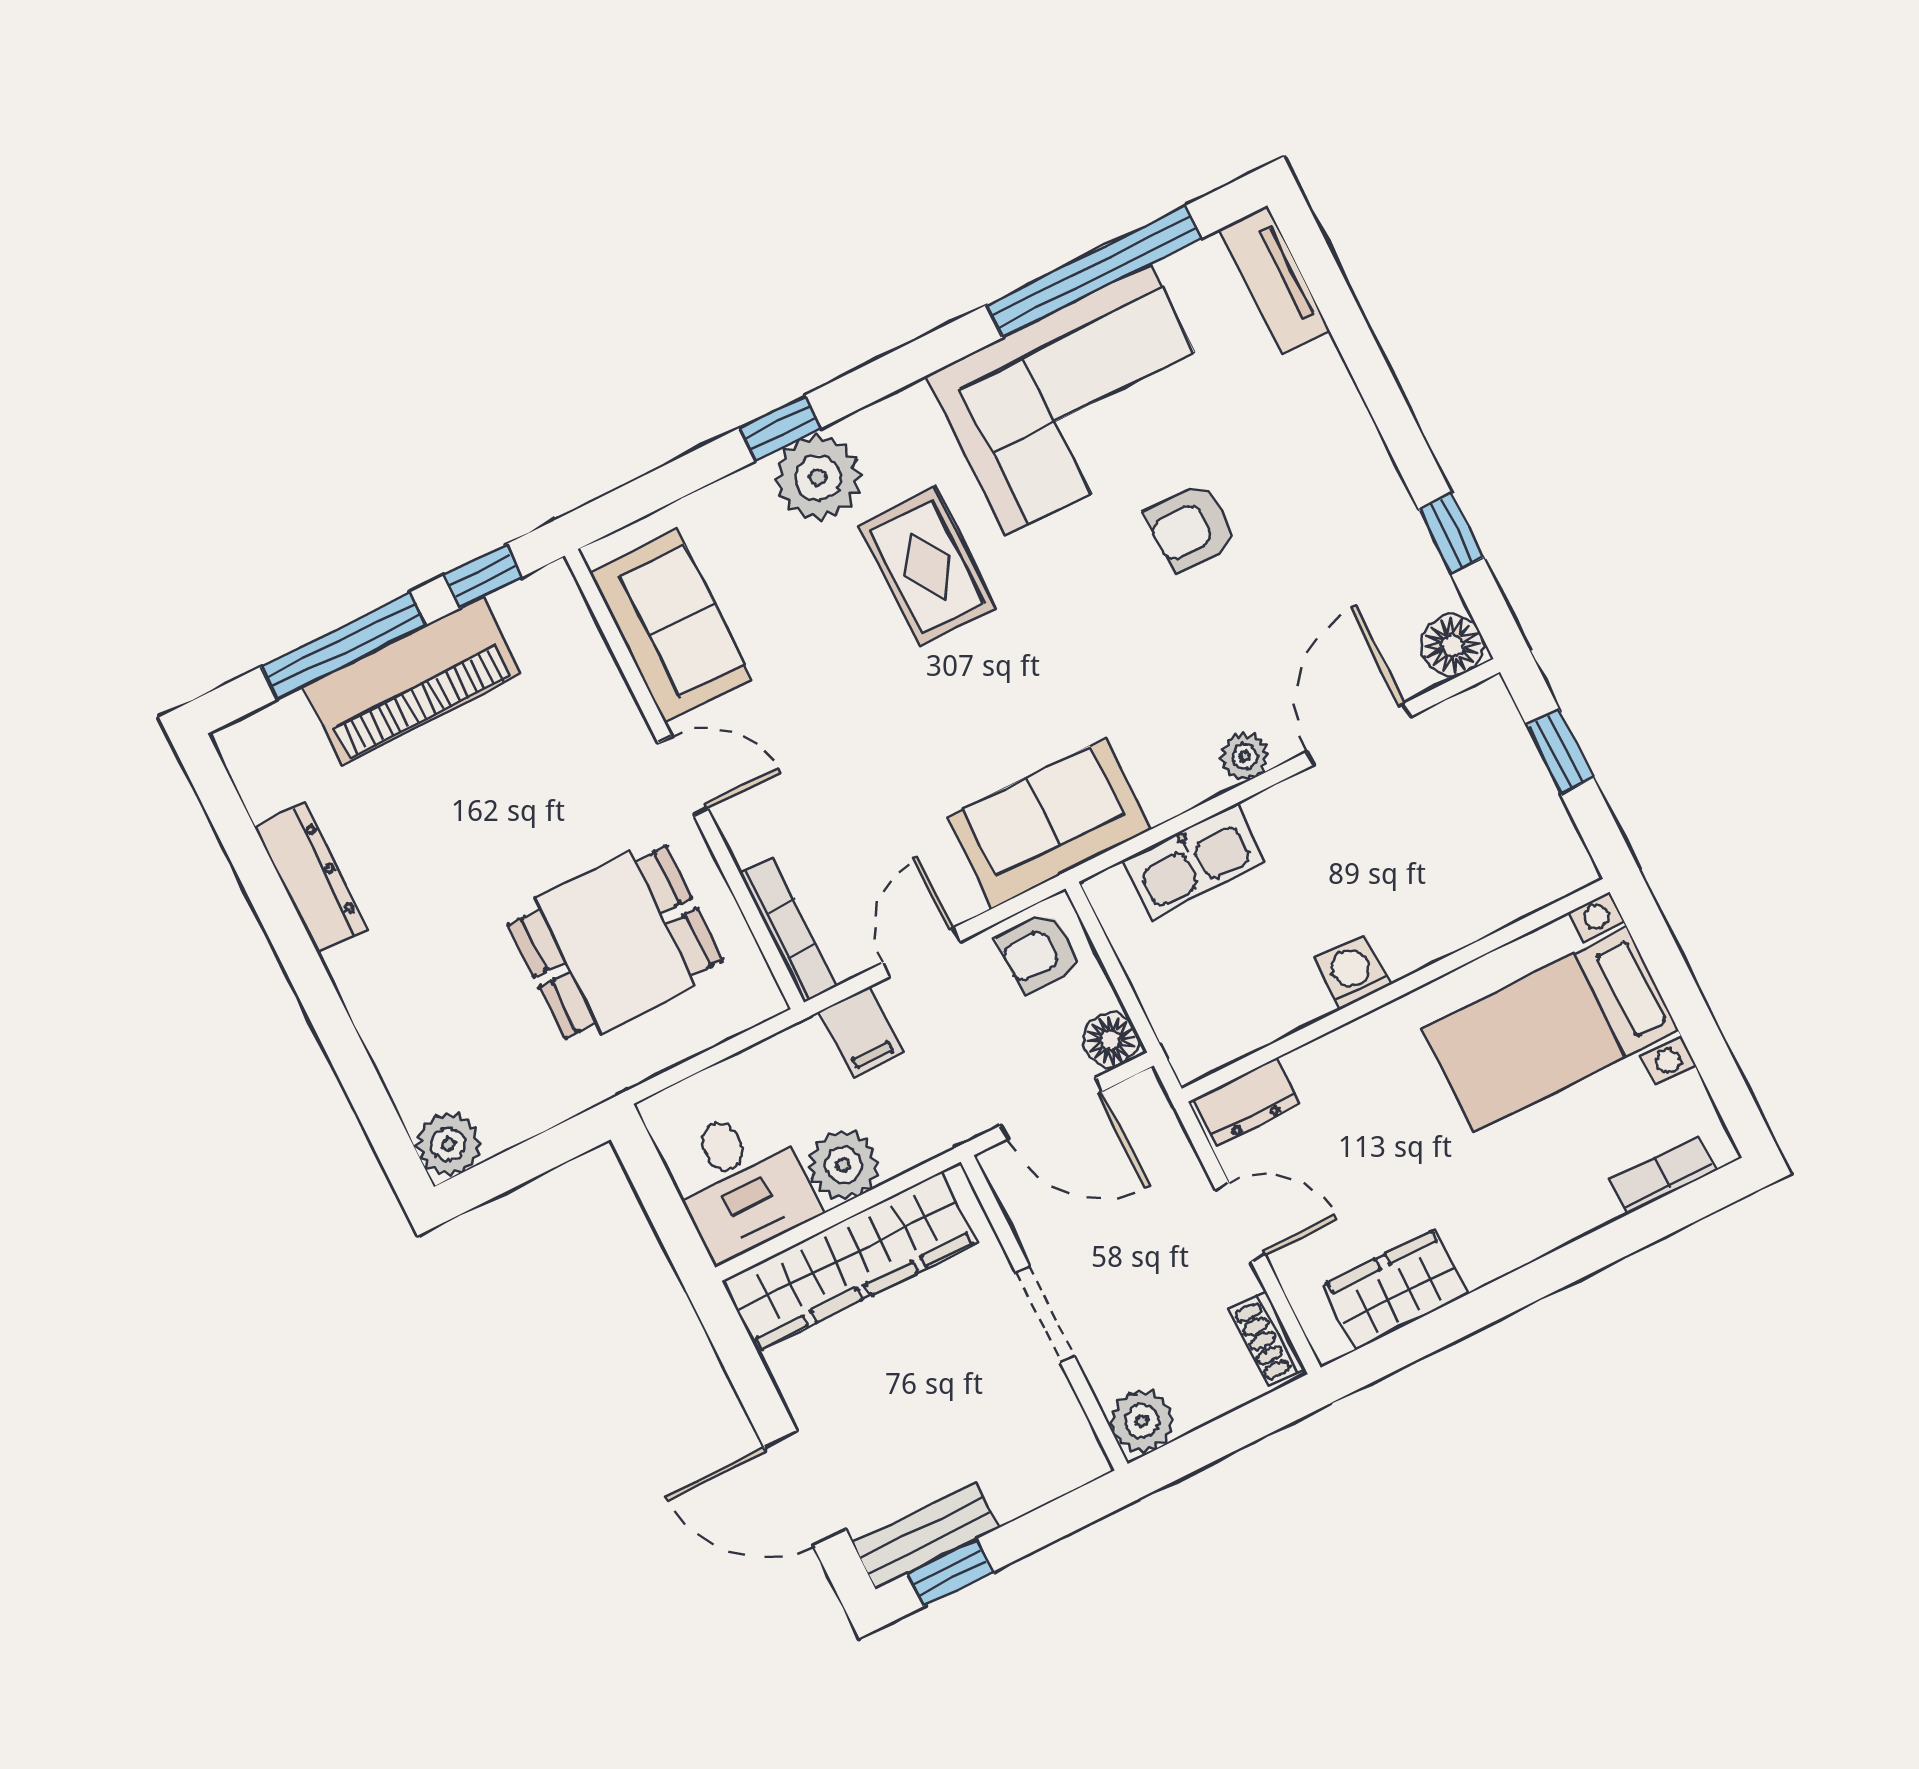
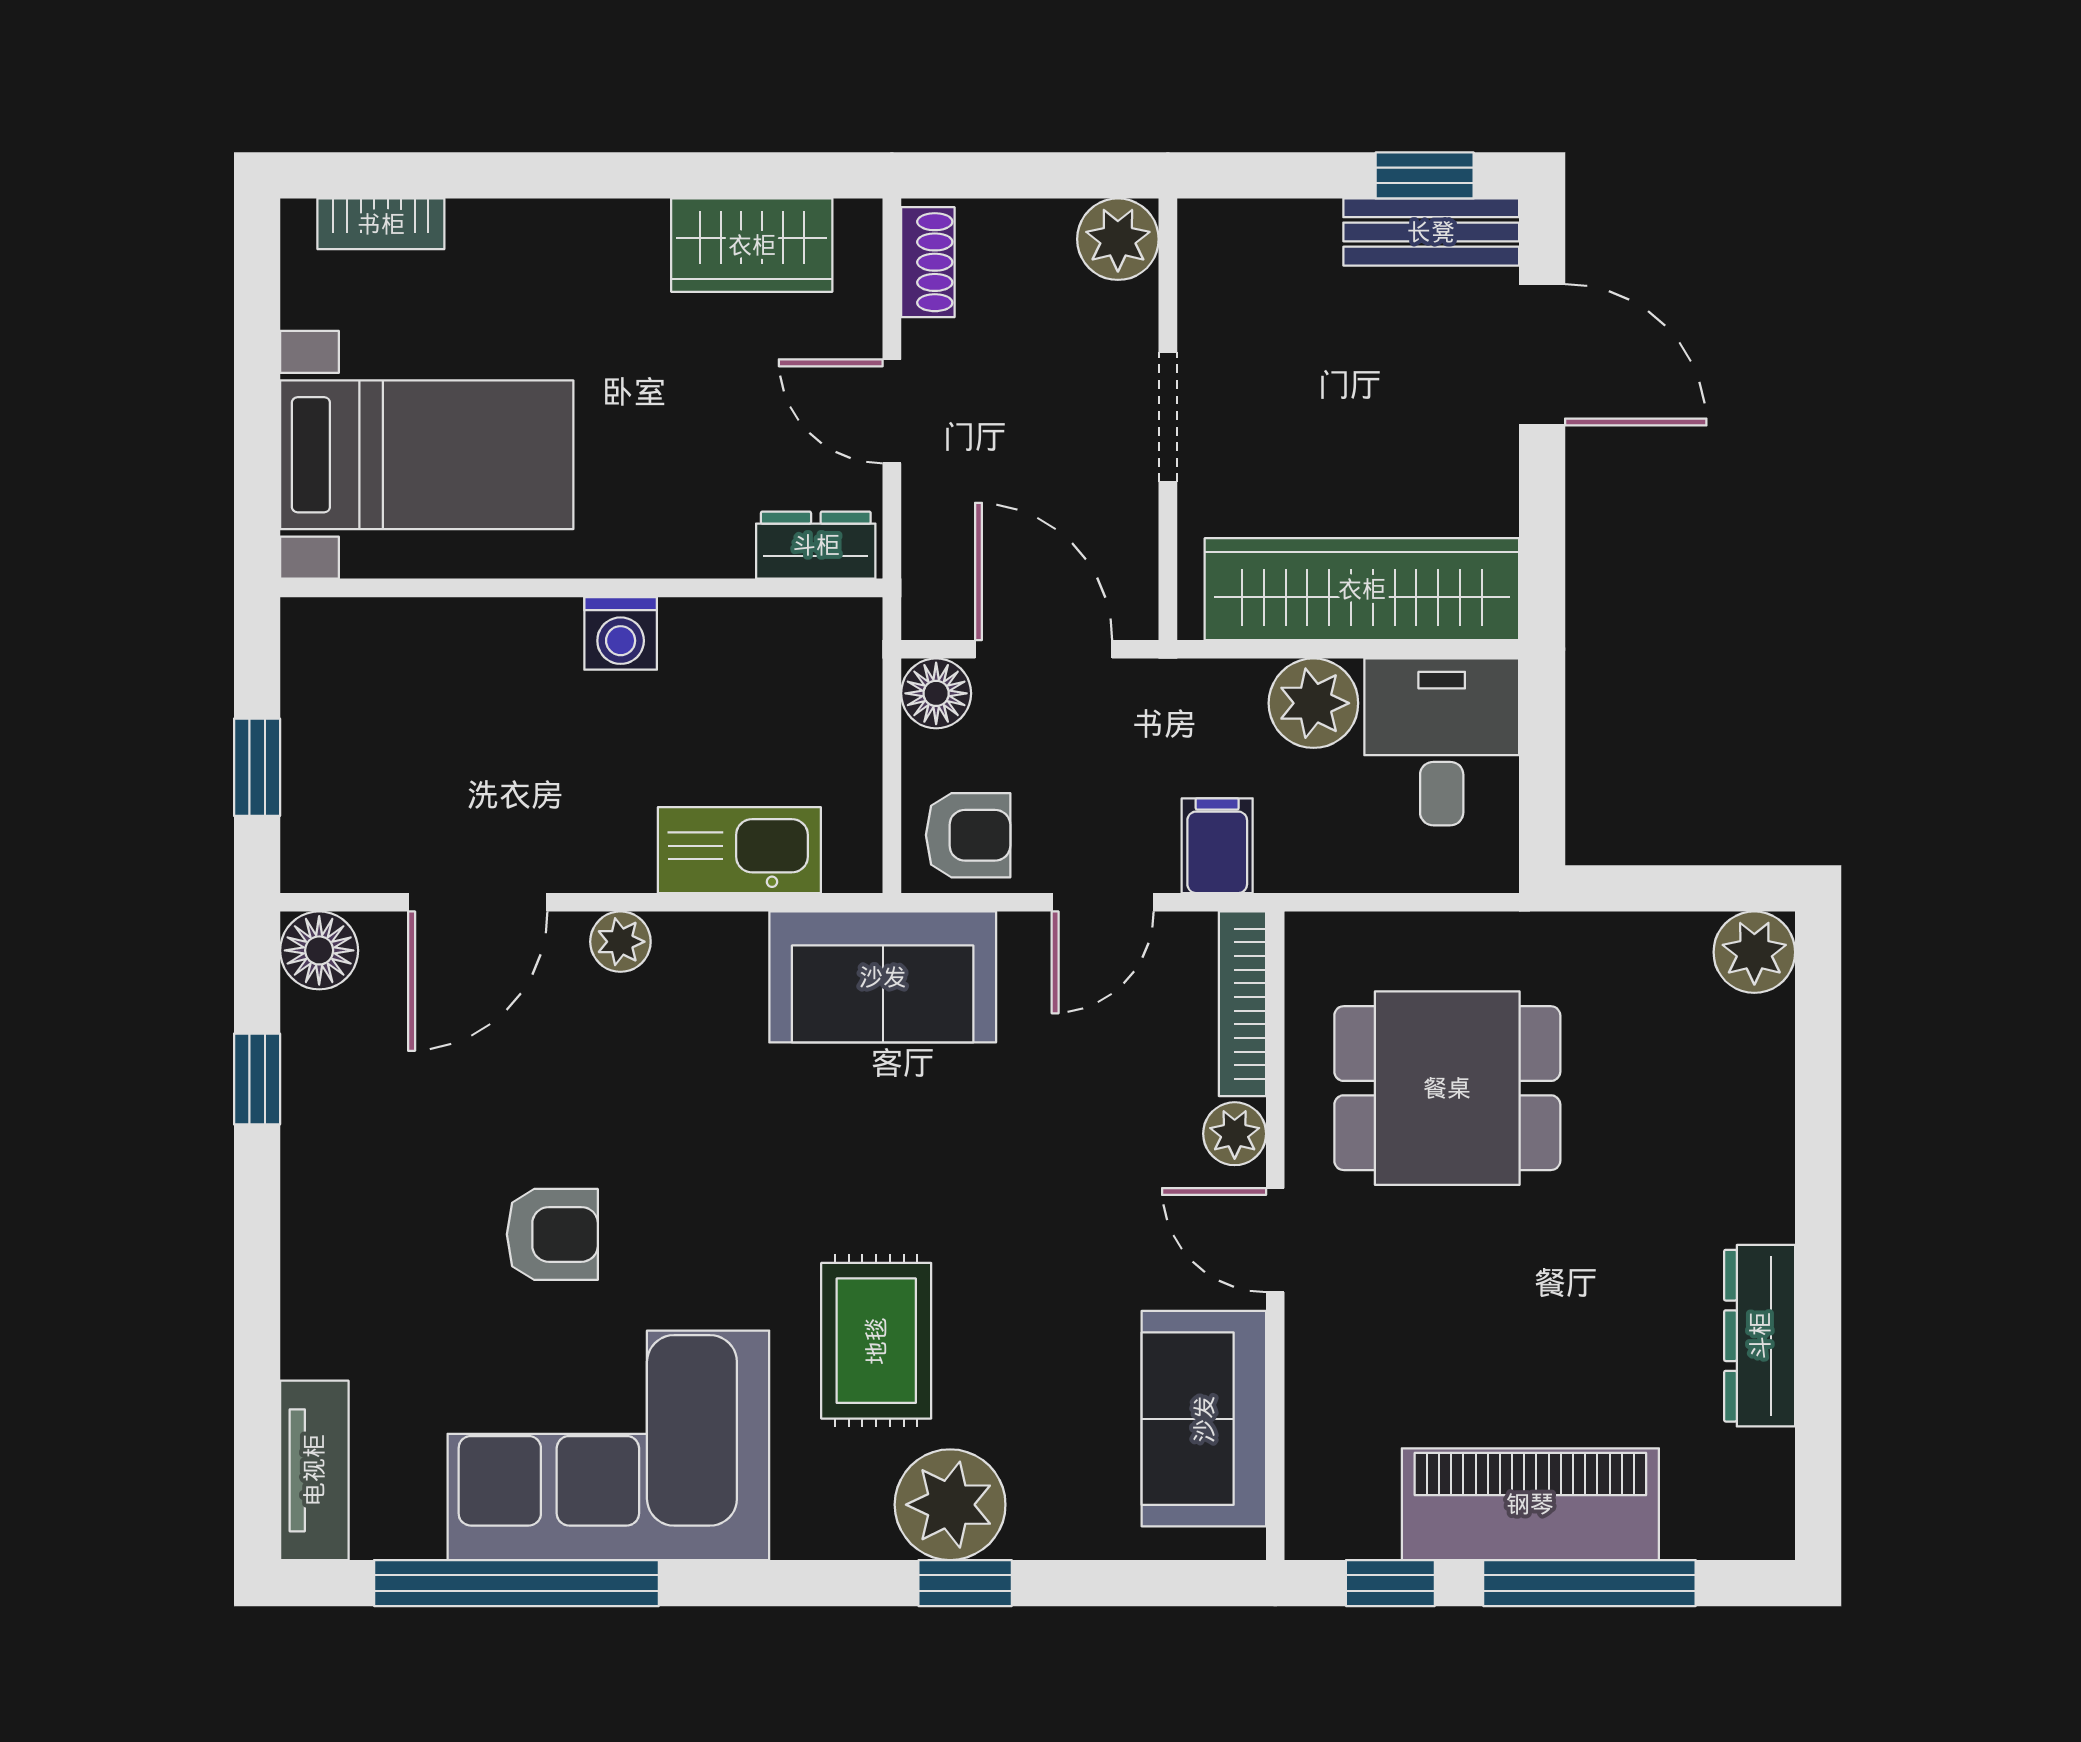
plant: (748, 836) -> (1235, 1134), added

